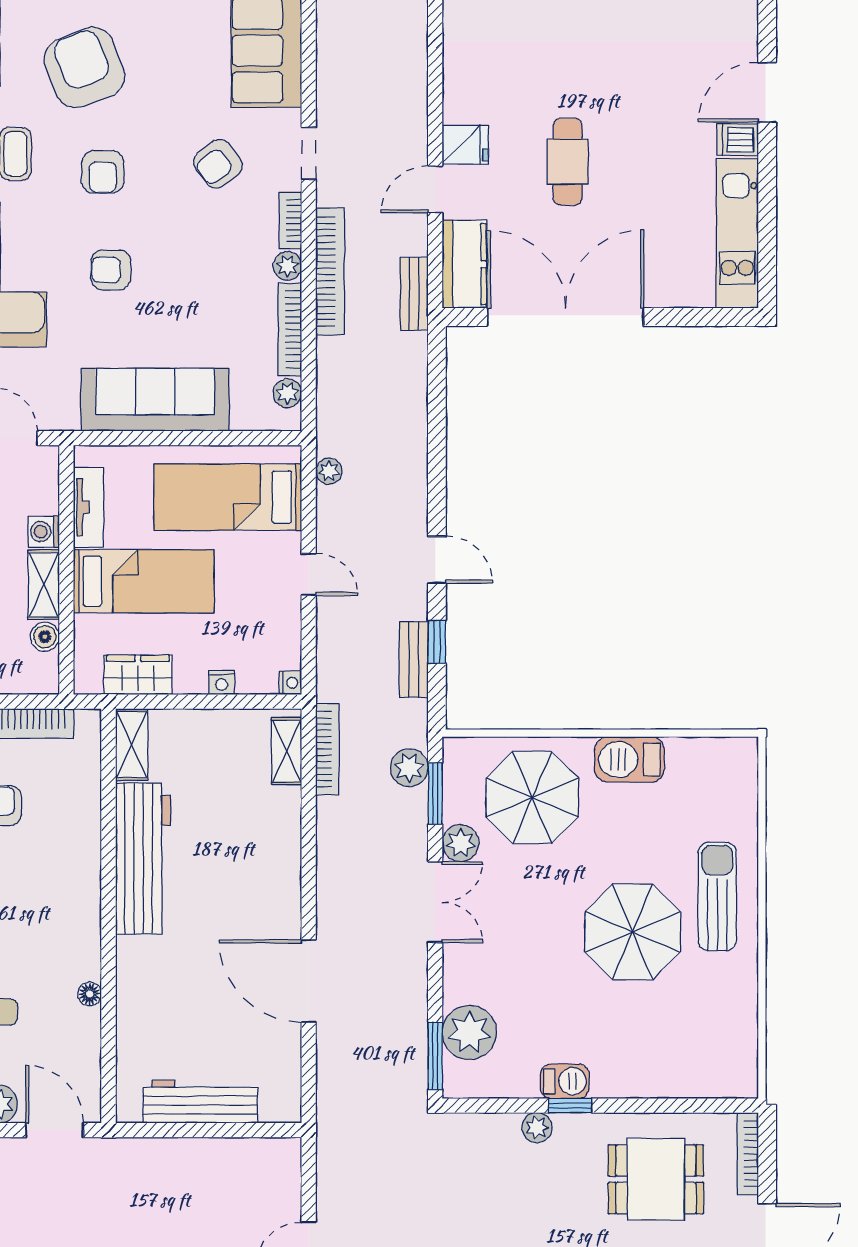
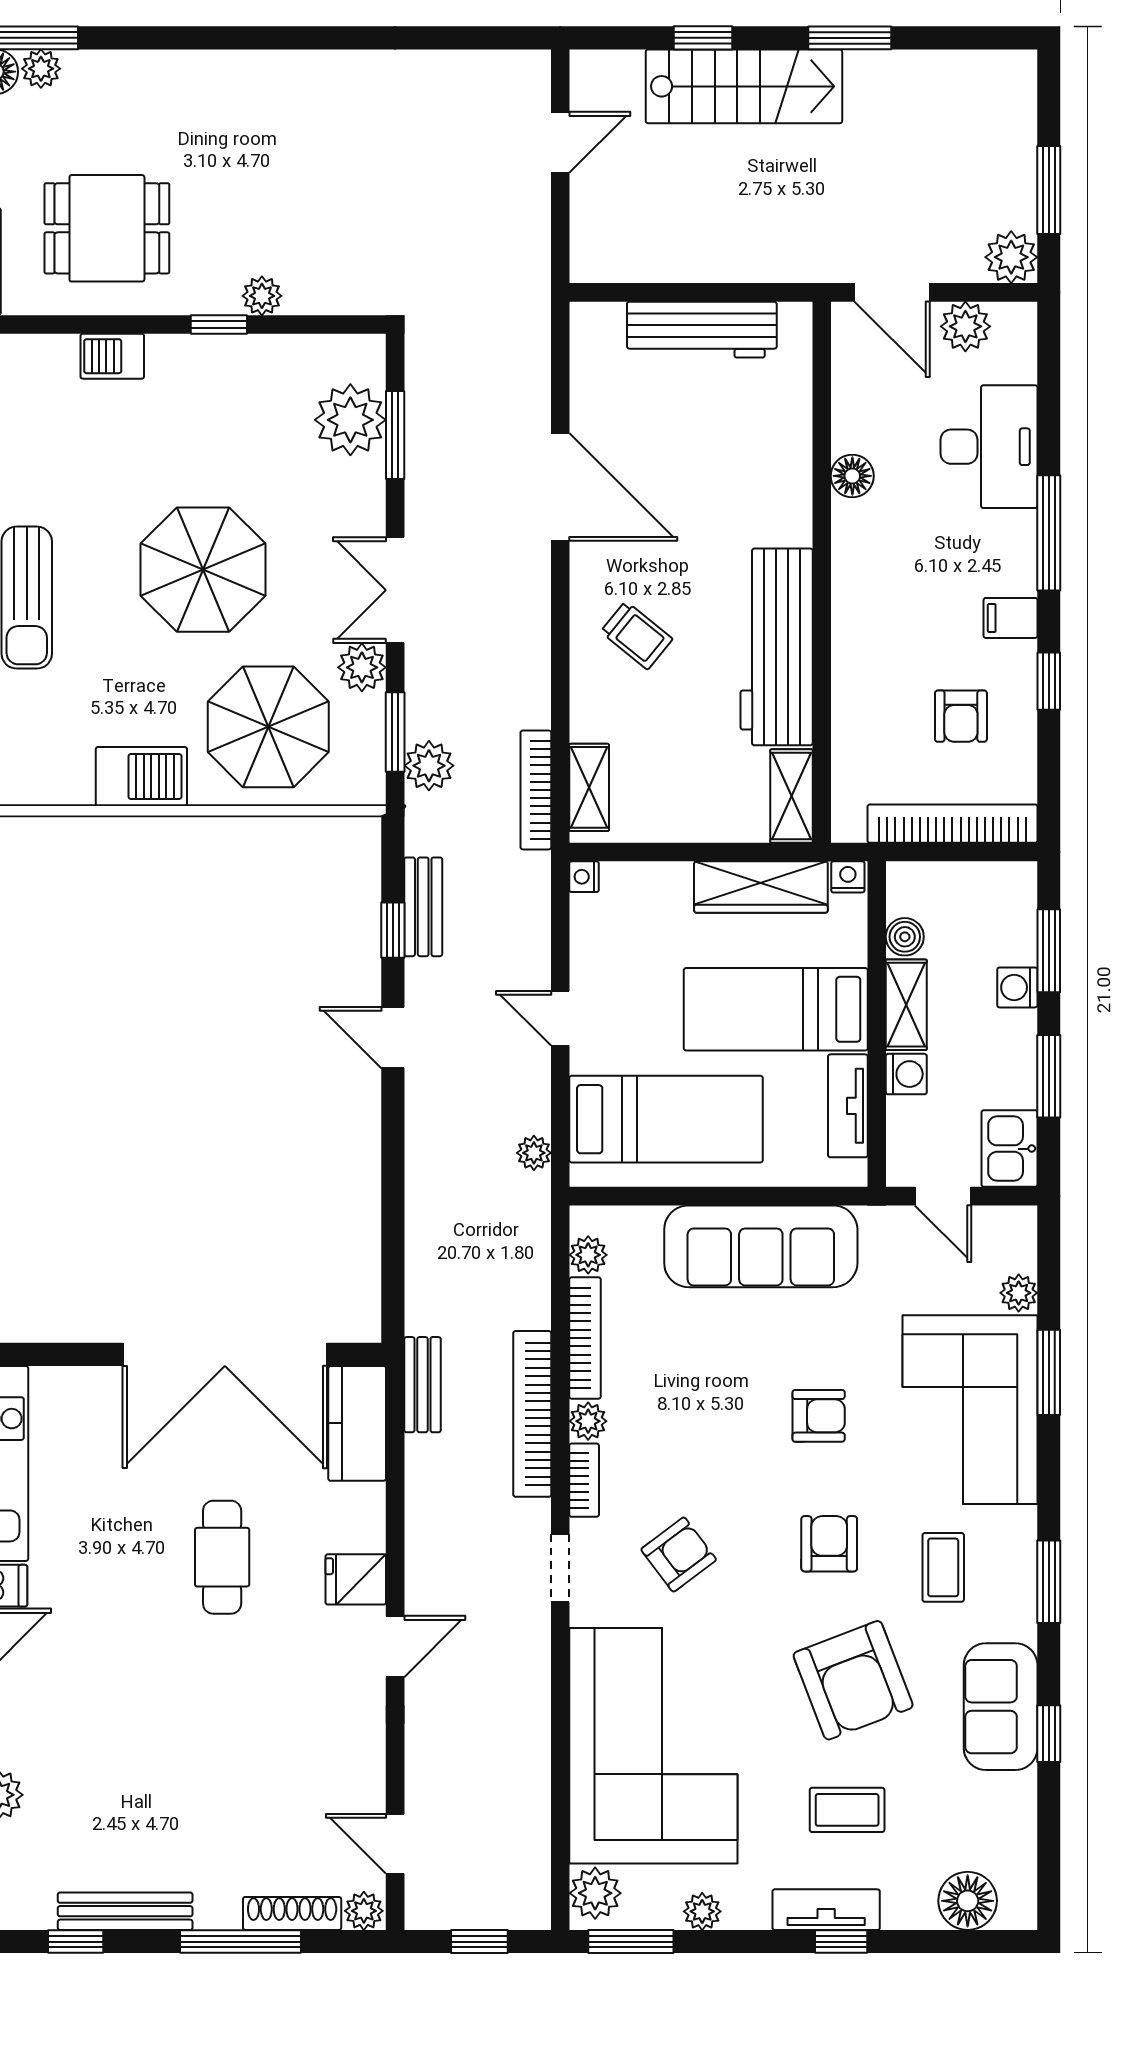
door: (435, 189) -> (395, 1646), moved
wardrobe: (138, 675) -> (761, 887), width x1.50
nightstand: (222, 683) -> (848, 877), moved
trolley: (250, 868) -> (637, 635), added
parasol: (633, 932) -> (203, 570), moved
floor lamp: (90, 994) -> (852, 476), width x1.37, depth x1.37
window: (435, 1056) -> (395, 435), moved
barbecue: (565, 1081) -> (112, 356), moved

